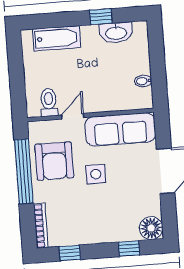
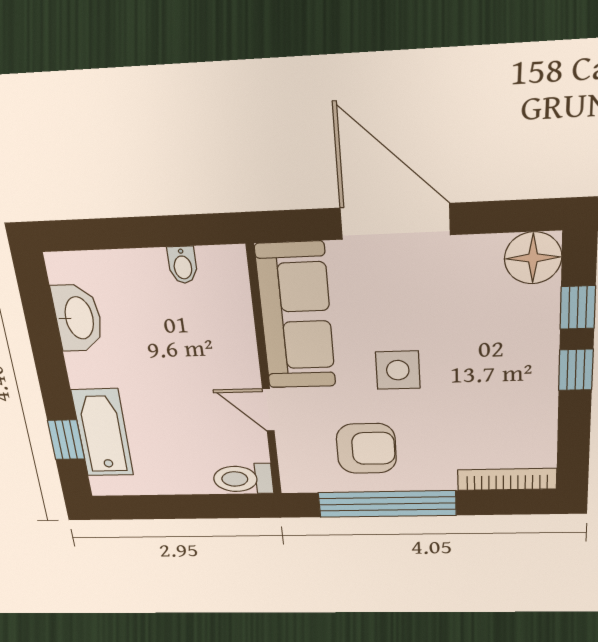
window: (101, 17) -> (66, 440), moved
toilet: (49, 102) -> (243, 479), moved
armchair: (54, 161) -> (366, 448), width x0.73, depth x0.73
window: (70, 253) -> (576, 370), moved

